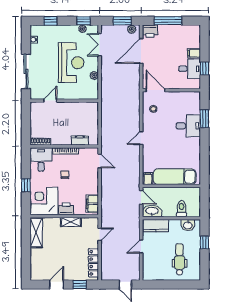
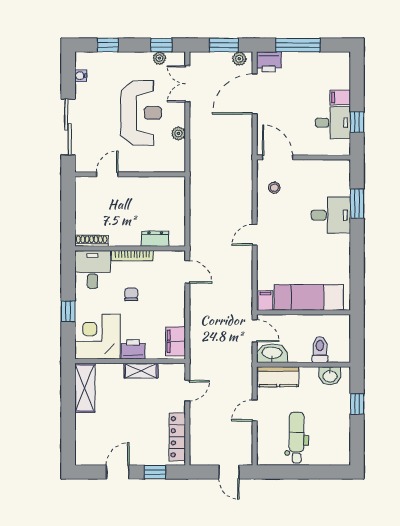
dental chair: (179, 259) -> (297, 438), moved

